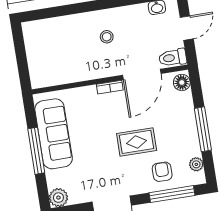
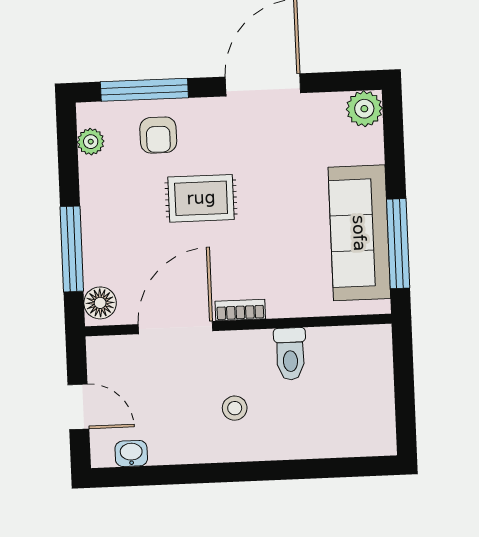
door: (187, 28) -> (78, 407), swing flipped
toilet: (173, 58) -> (290, 354), moved, turned 90
window: (203, 129) -> (72, 249), moved
window: (36, 151) -> (398, 244), moved

